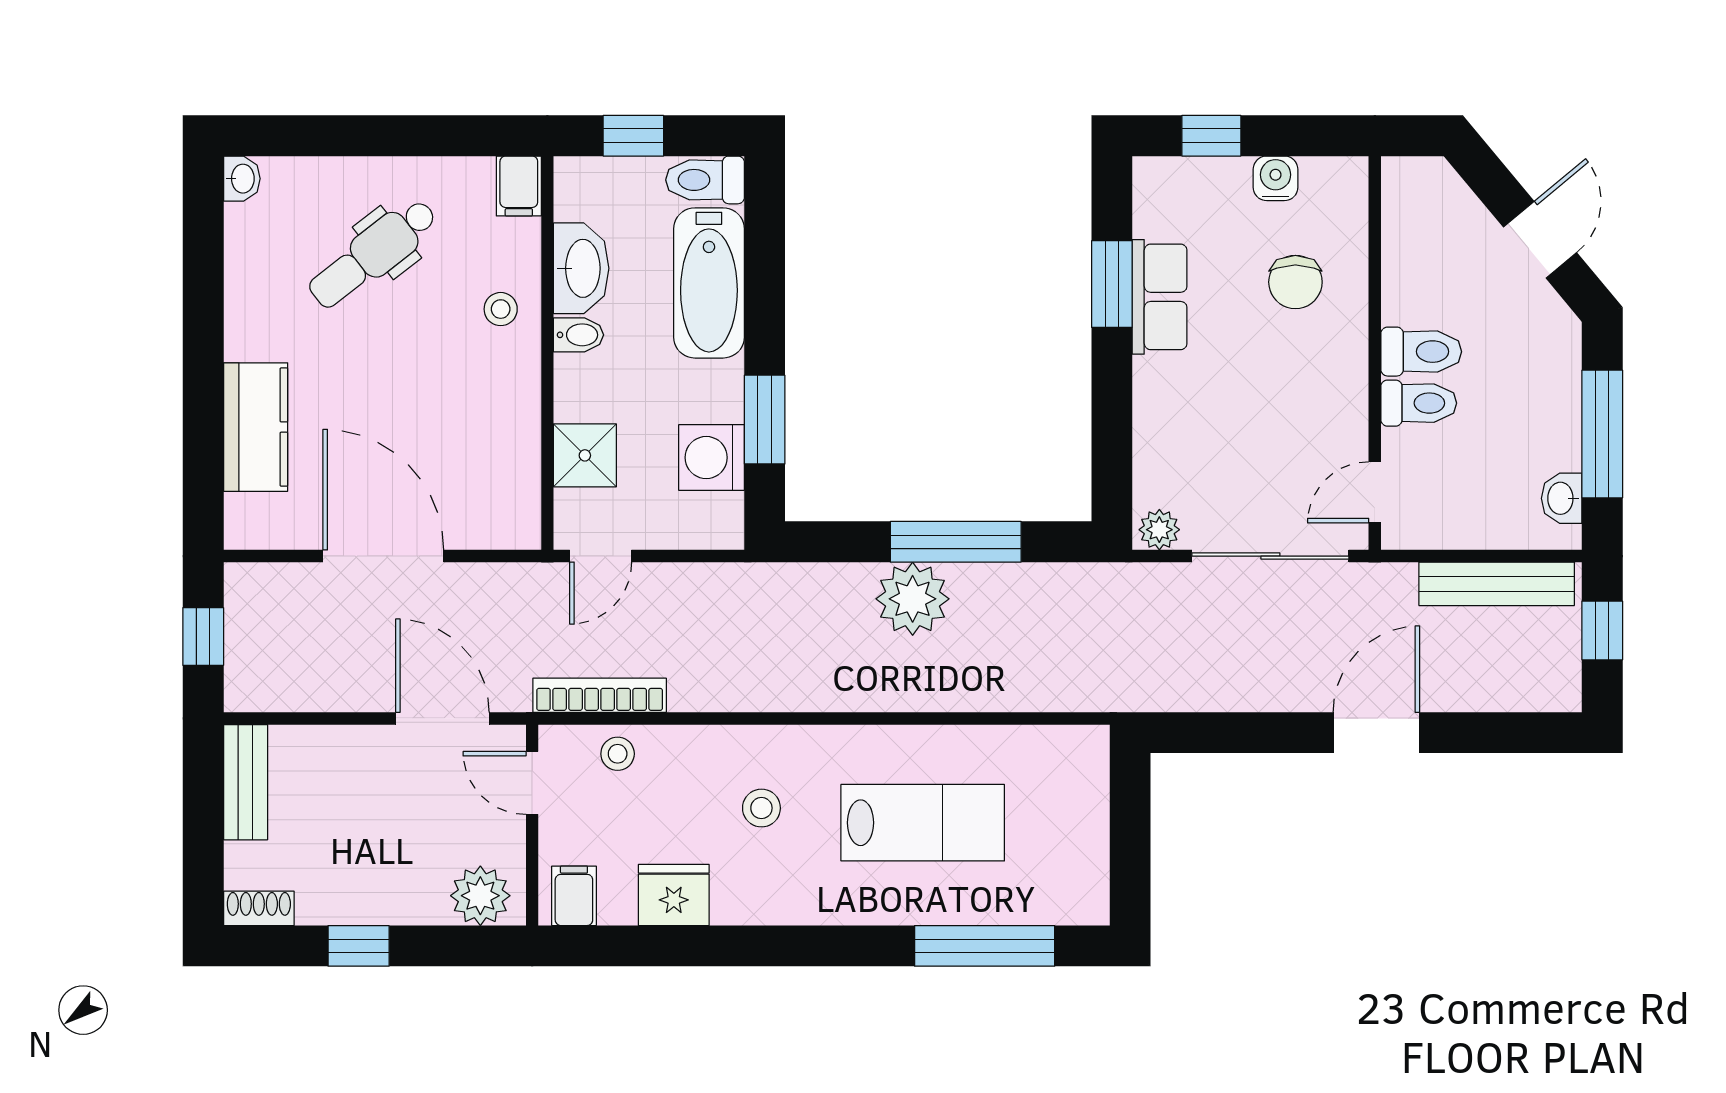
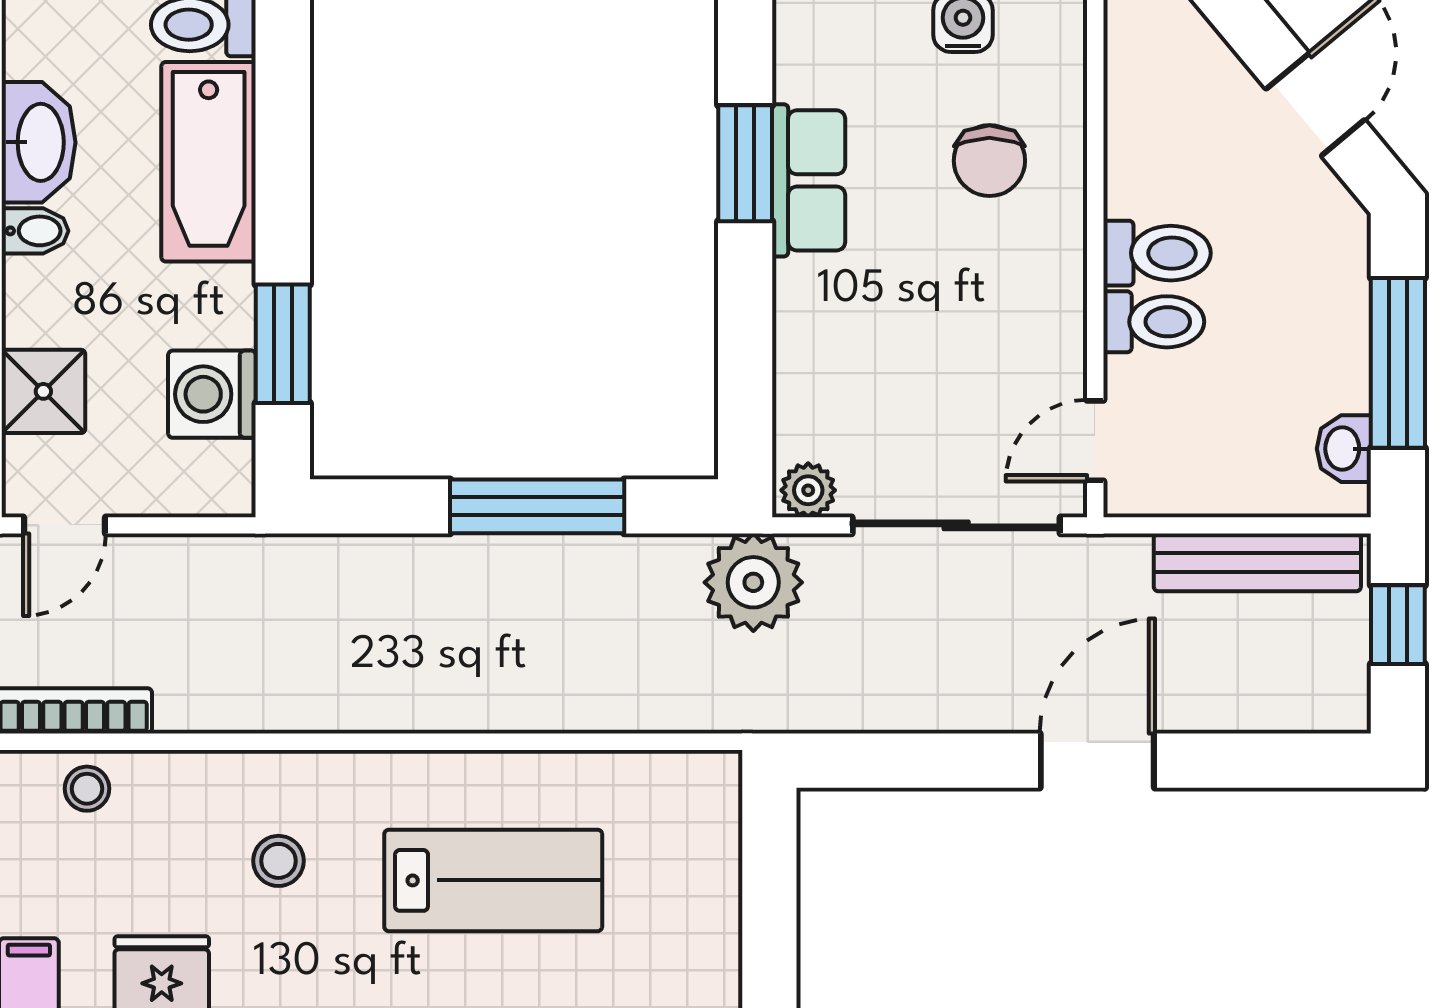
plant: (913, 599) -> (753, 582), moved

